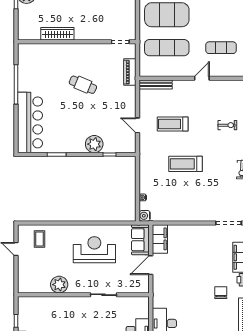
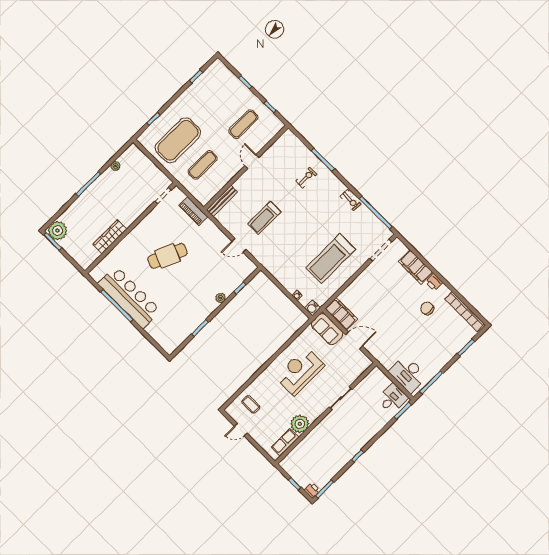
exercise mat: (167, 48) -> (203, 165), width x0.73, depth x0.69
cafe table: (83, 85) -> (167, 256), width x1.37, depth x1.35
bar counter: (30, 122) -> (129, 297), moved
plant: (94, 144) -> (221, 298), width x0.53, depth x0.53
treadmill: (186, 164) -> (331, 259), moved, width x1.37, depth x1.38
door: (151, 265) -> (354, 340), swing flipped
row of seats: (37, 287) -> (285, 442), added

